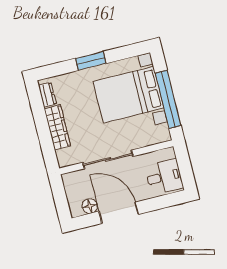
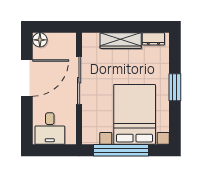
floor lamp: (90, 206) -> (40, 40), moved

